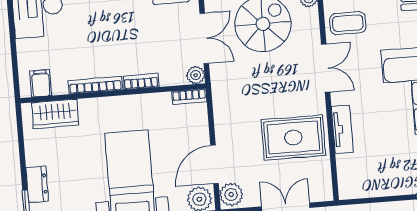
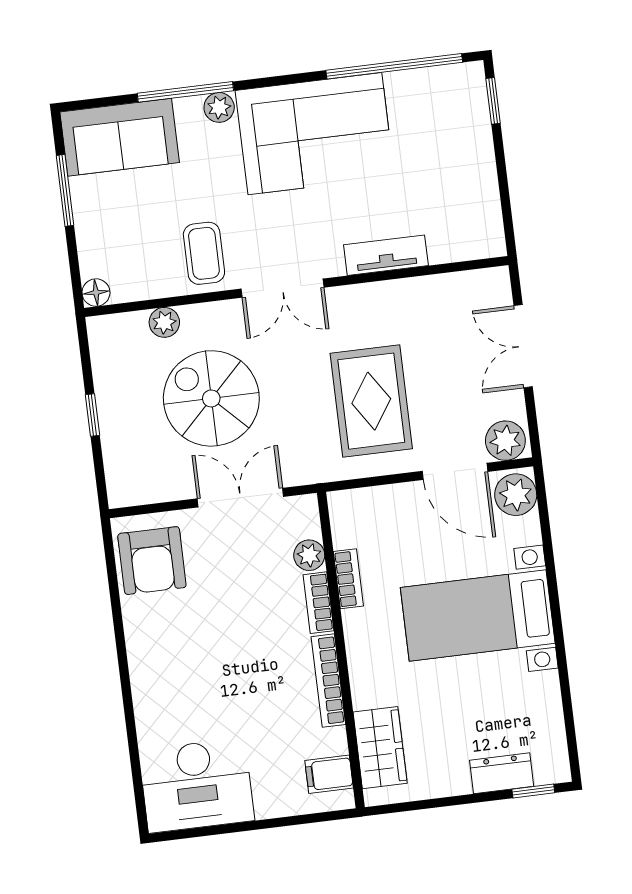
double door: (326, 68) -> (282, 288), swing flipped
plant: (196, 75) -> (309, 555), moved
bookcase: (189, 97) -> (348, 579), moved
rug: (293, 137) -> (371, 401), moved

